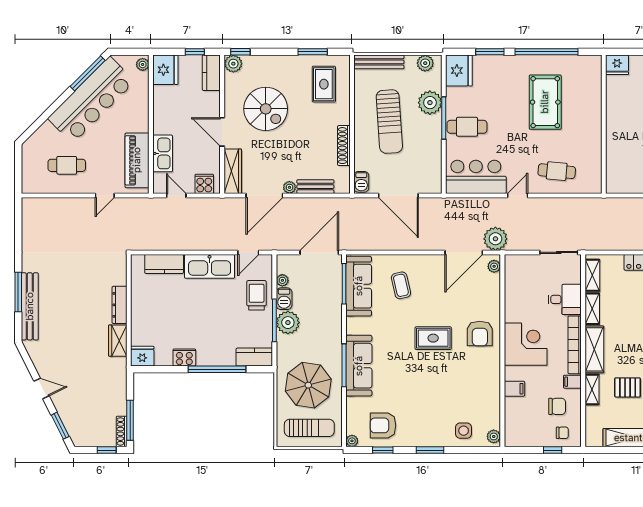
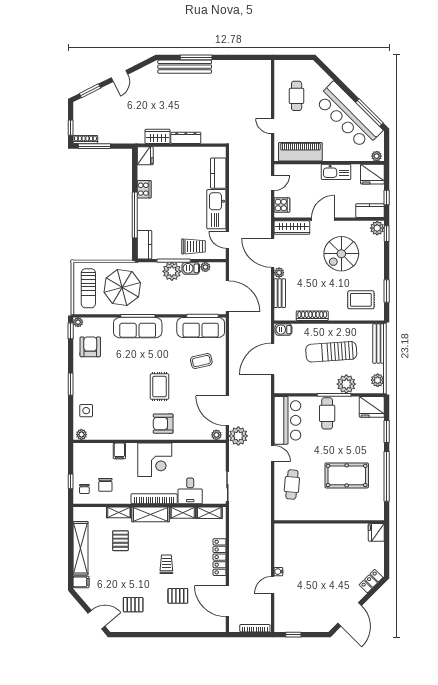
kitchen sink: (163, 153) -> (336, 172), moved
filing cabinet: (572, 382) -> (125, 497), removed
window: (383, 450) -> (71, 331), moved

